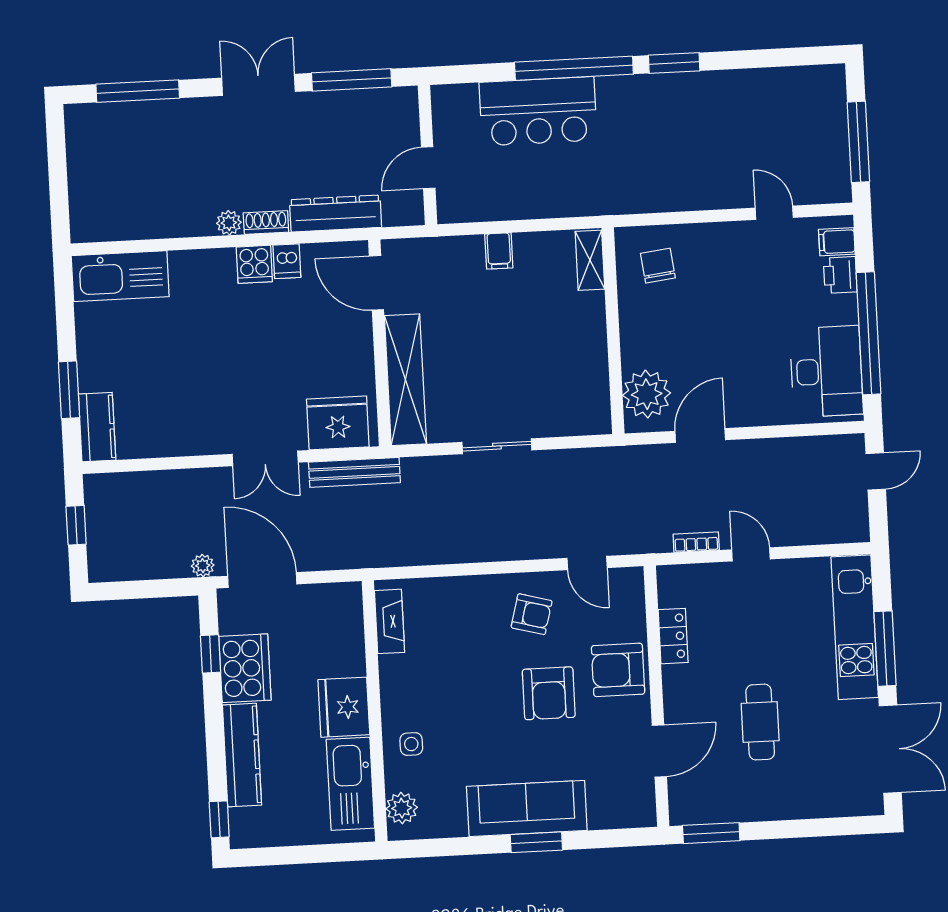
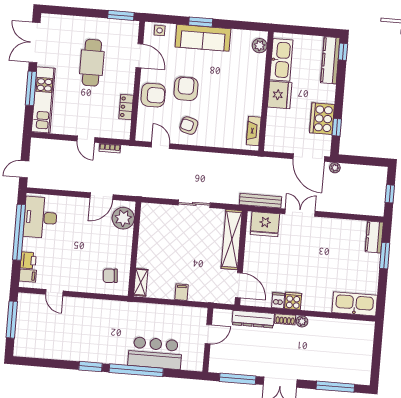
chair: (658, 266) -> (110, 276), turned 93
cafe table: (760, 722) -> (92, 63), width x1.37, depth x1.35
side table: (411, 744) -> (160, 30), moved
door: (659, 751) -> (139, 56), swing flipped
kitchen counter: (242, 755) -> (330, 60), moved

